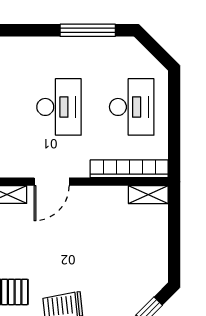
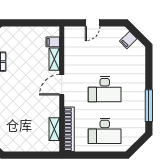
door: (52, 182) -> (62, 85), hinge flipped
shelving: (148, 195) -> (54, 129), moved

